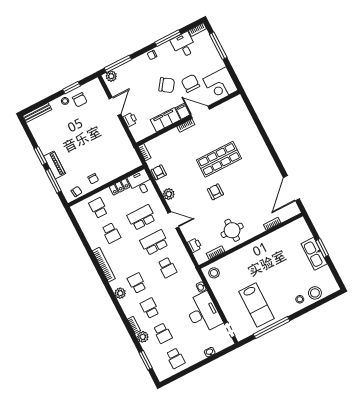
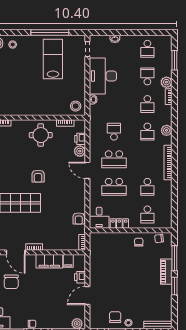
chair: (167, 85) -> (33, 291), removed
filing cabinet: (183, 111) -> (68, 261), moved
plant: (169, 194) -> (80, 151), moved
school desk: (111, 233) -> (147, 187), turned 180
school desk: (176, 358) -> (147, 49), turned 180

